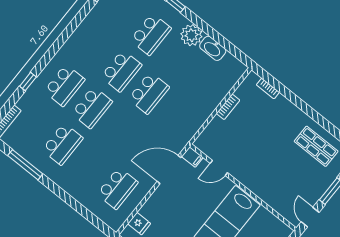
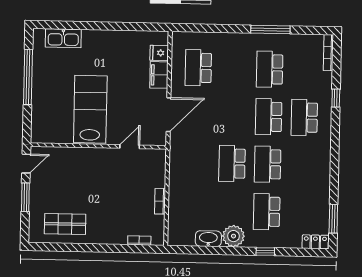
filing cabinet: (192, 157) -> (159, 75), moved, width x2.00
window: (25, 165) -> (270, 29), moved
door: (310, 217) -> (26, 164), hinge flipped

